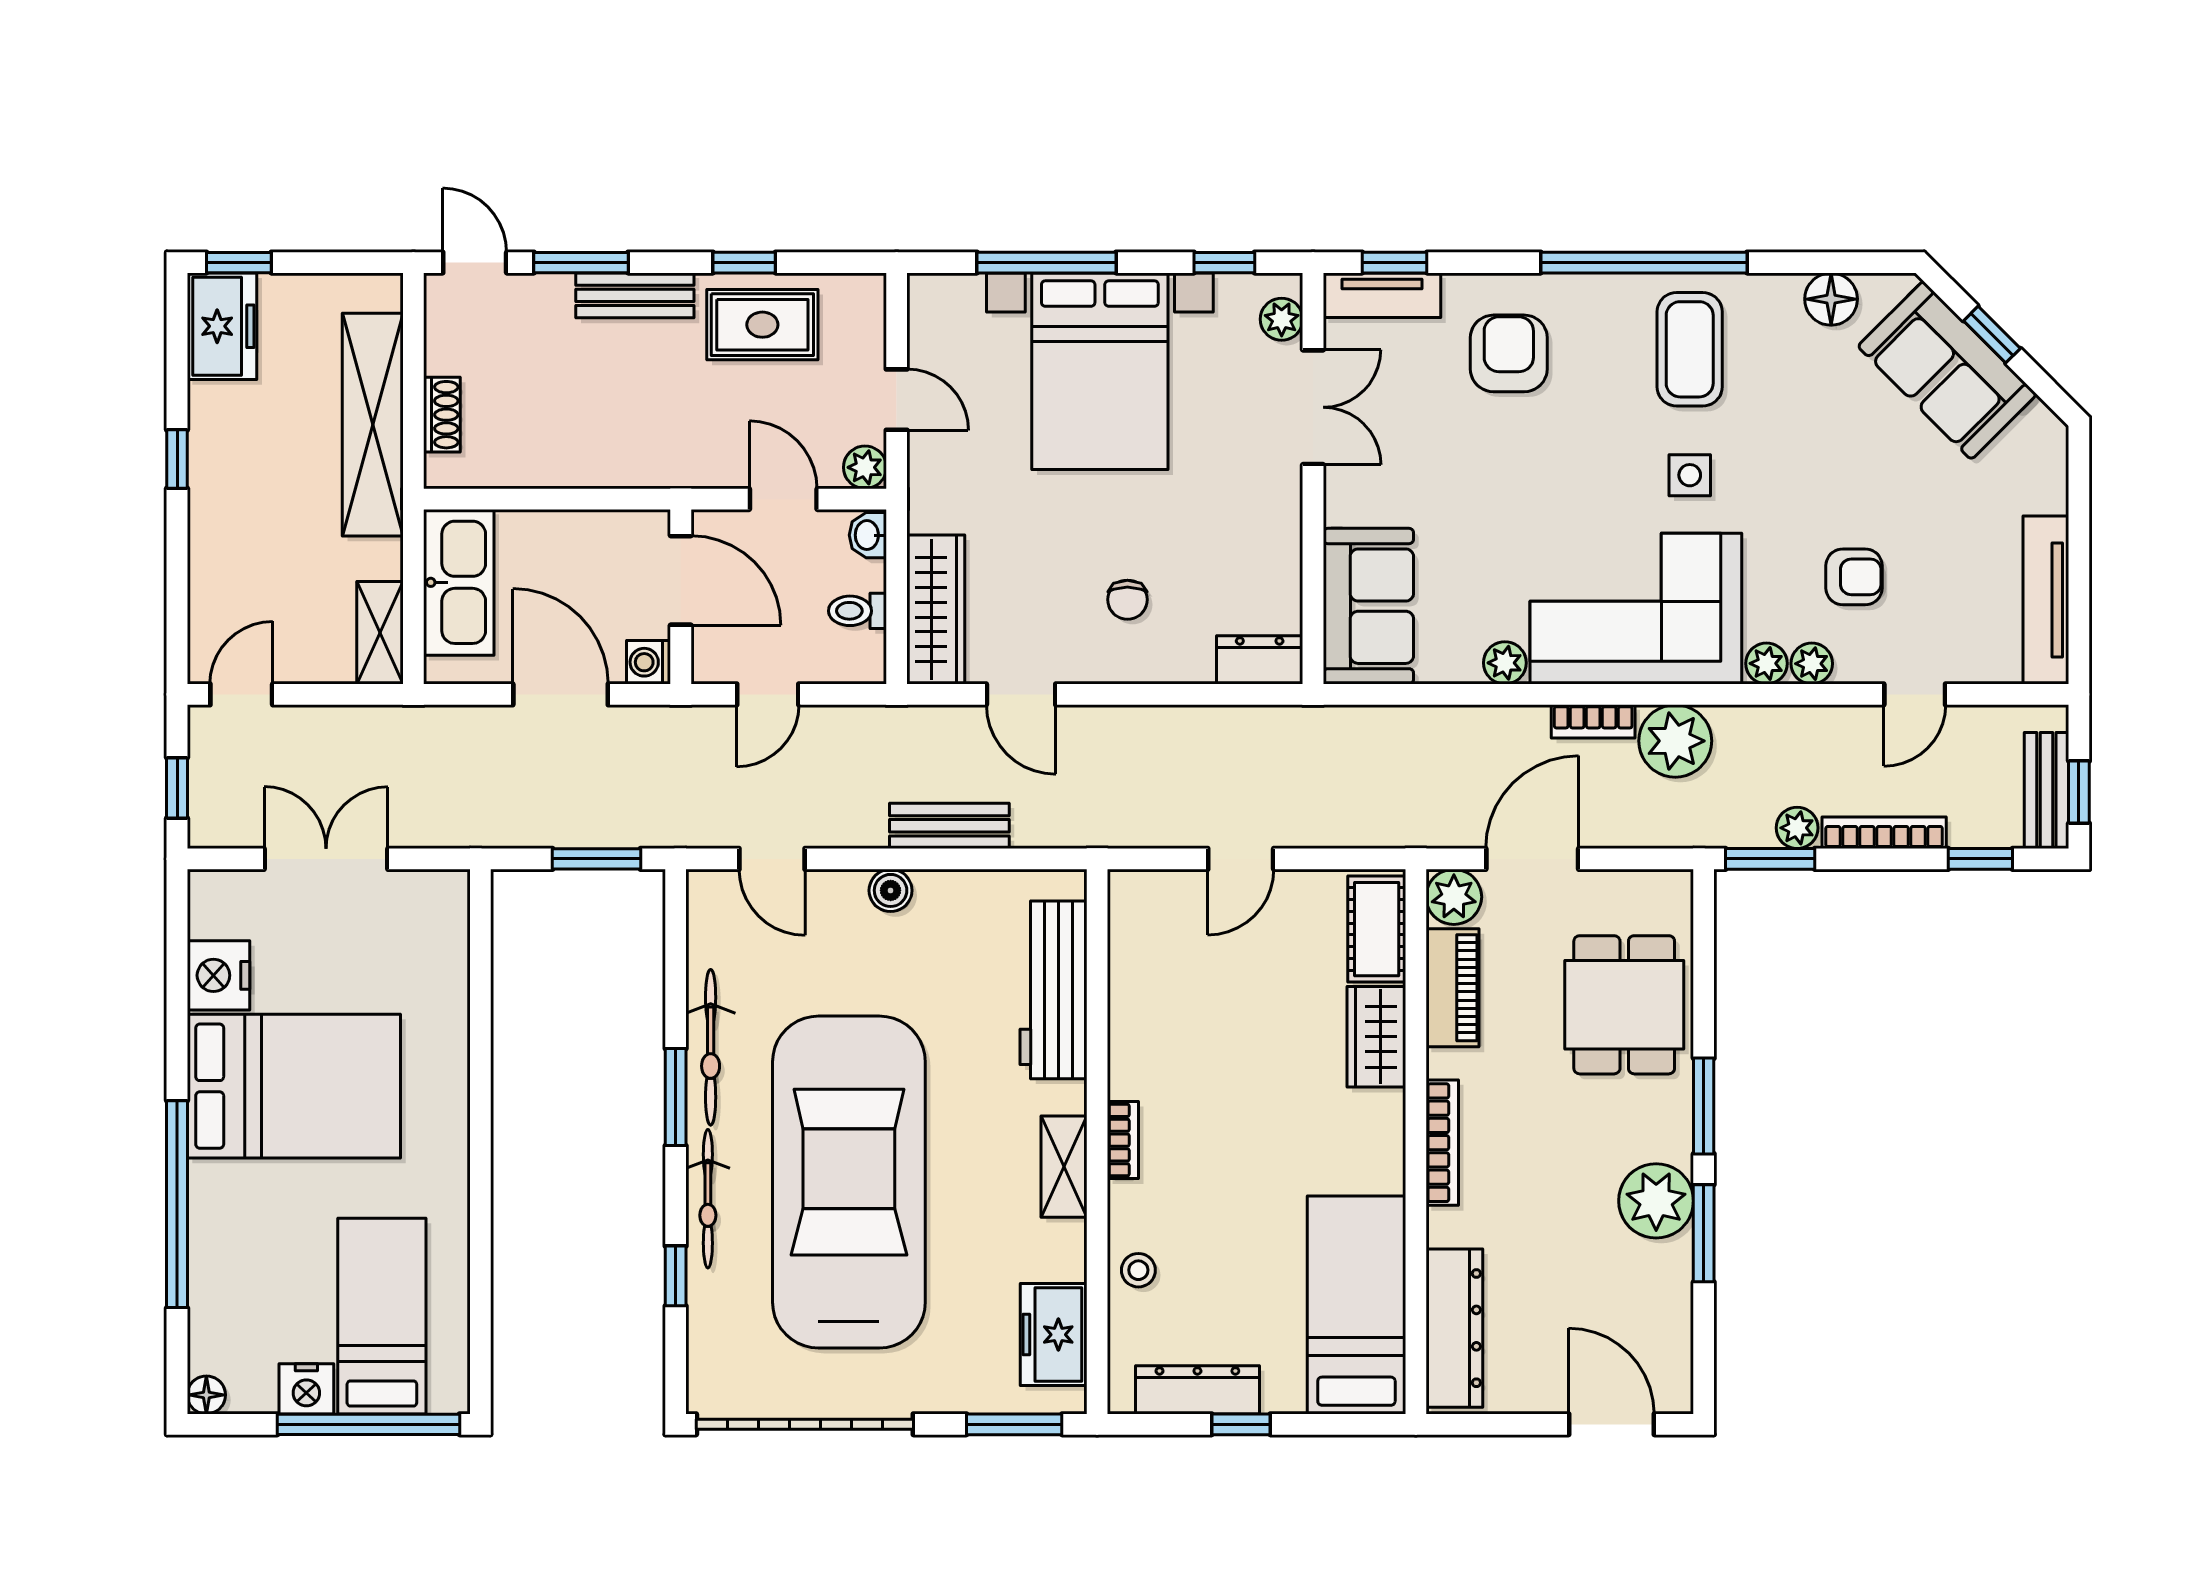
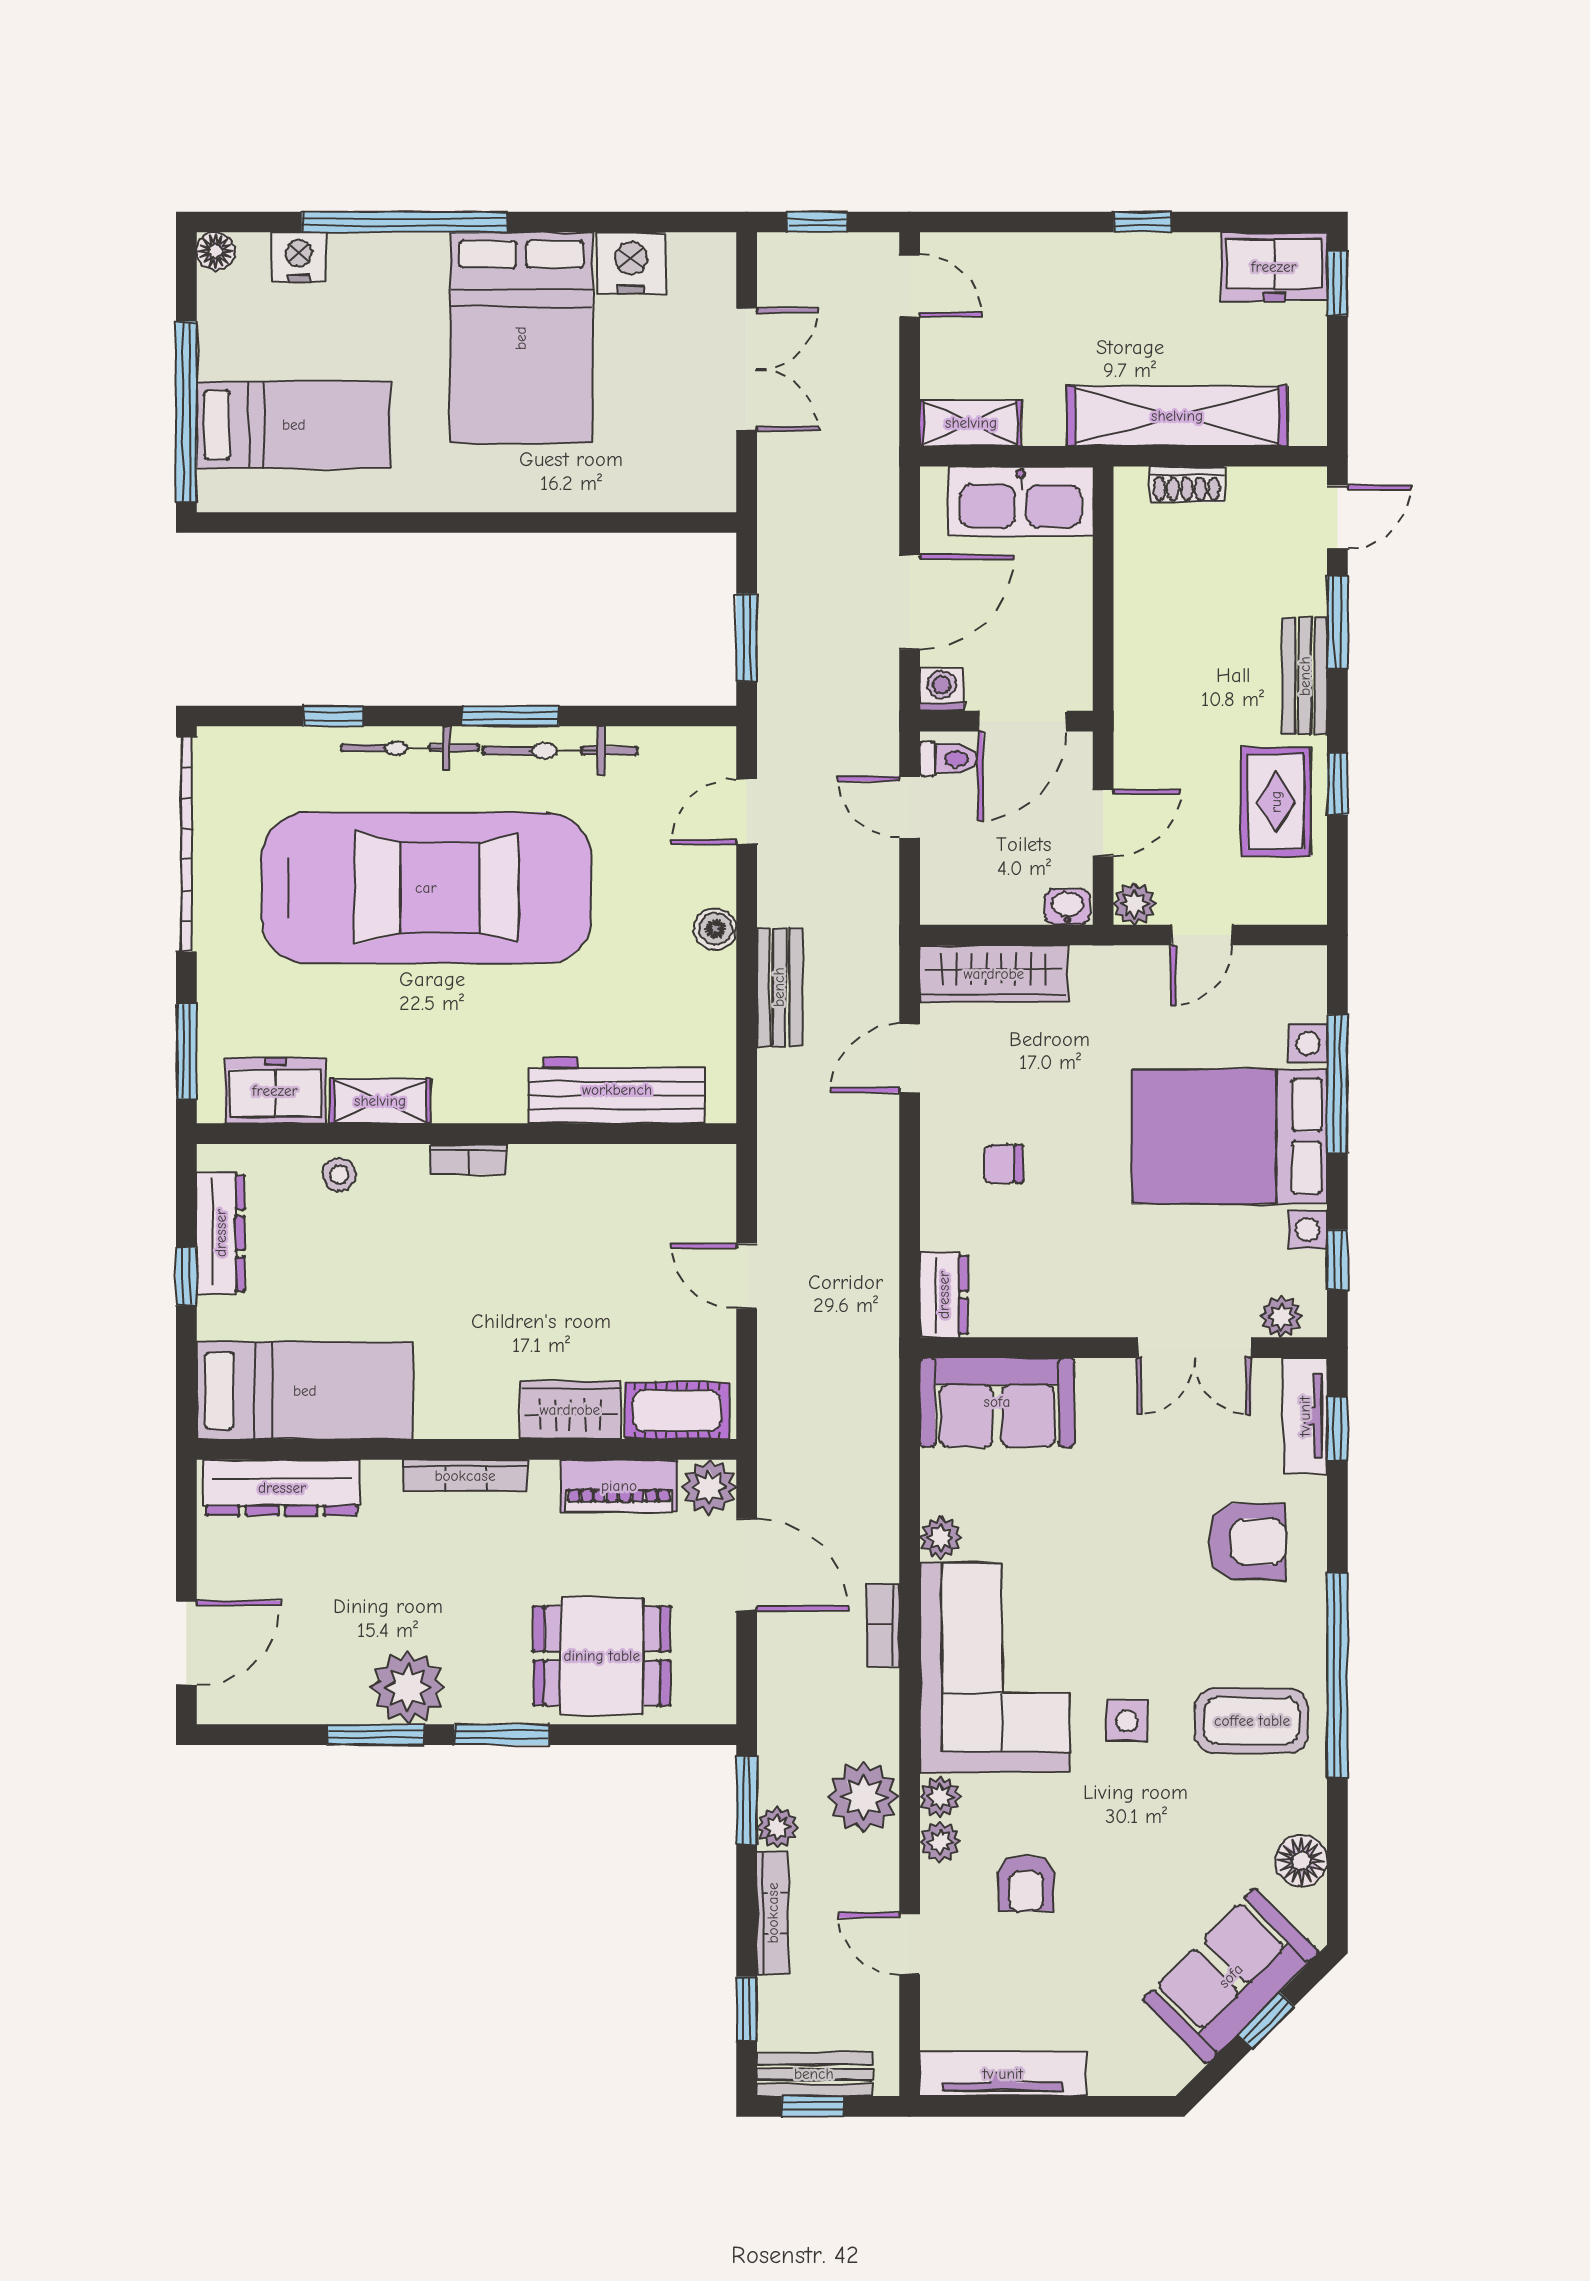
toilet: (857, 611) -> (948, 759), moved, turned 90
plant: (1675, 741) -> (863, 1797), moved
shelving: (1064, 1167) -> (380, 1101), moved
nightstand: (306, 1389) -> (299, 257), moved, turned 90

